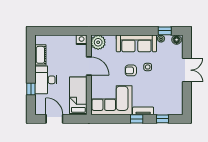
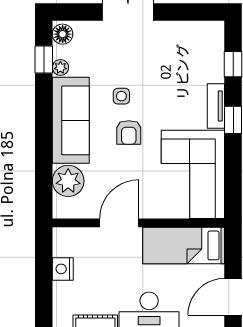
nightstand: (82, 40) -> (63, 269), moved
plant: (98, 42) -> (68, 181), moved

